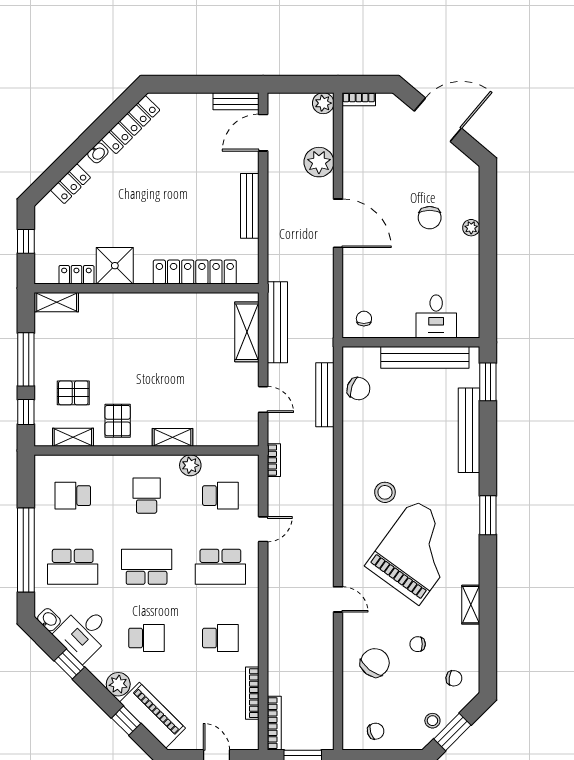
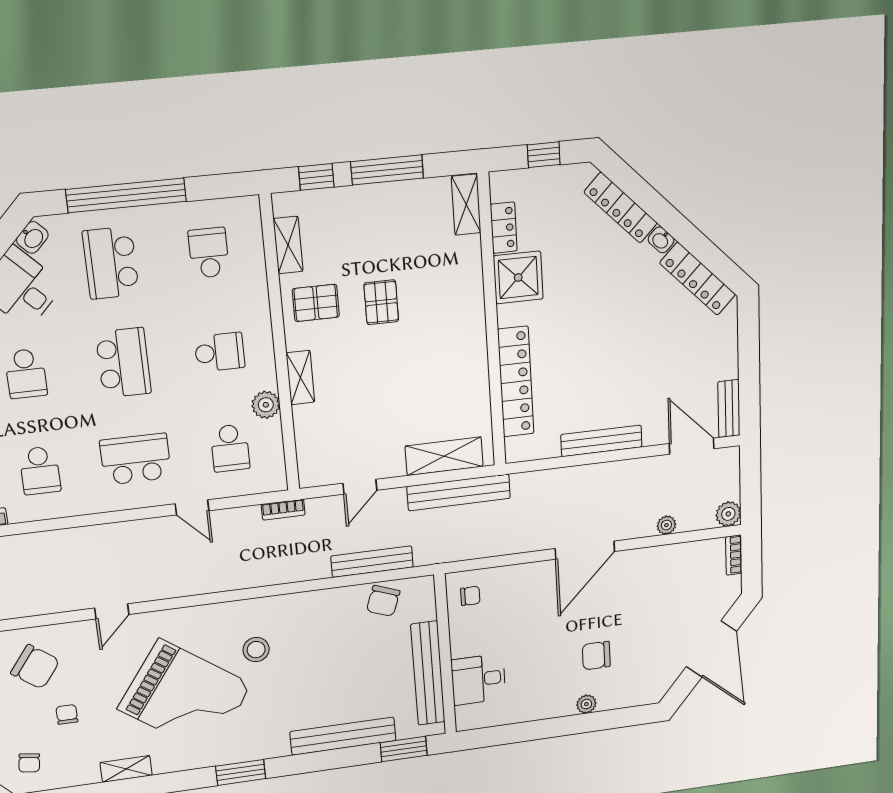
plant: (319, 162) -> (666, 525), width x0.53, depth x0.53
locker: (70, 184) -> (621, 208), width x1.53
pallet: (73, 393) -> (381, 302), moved
school desk: (220, 567) -> (136, 459), turned 90

